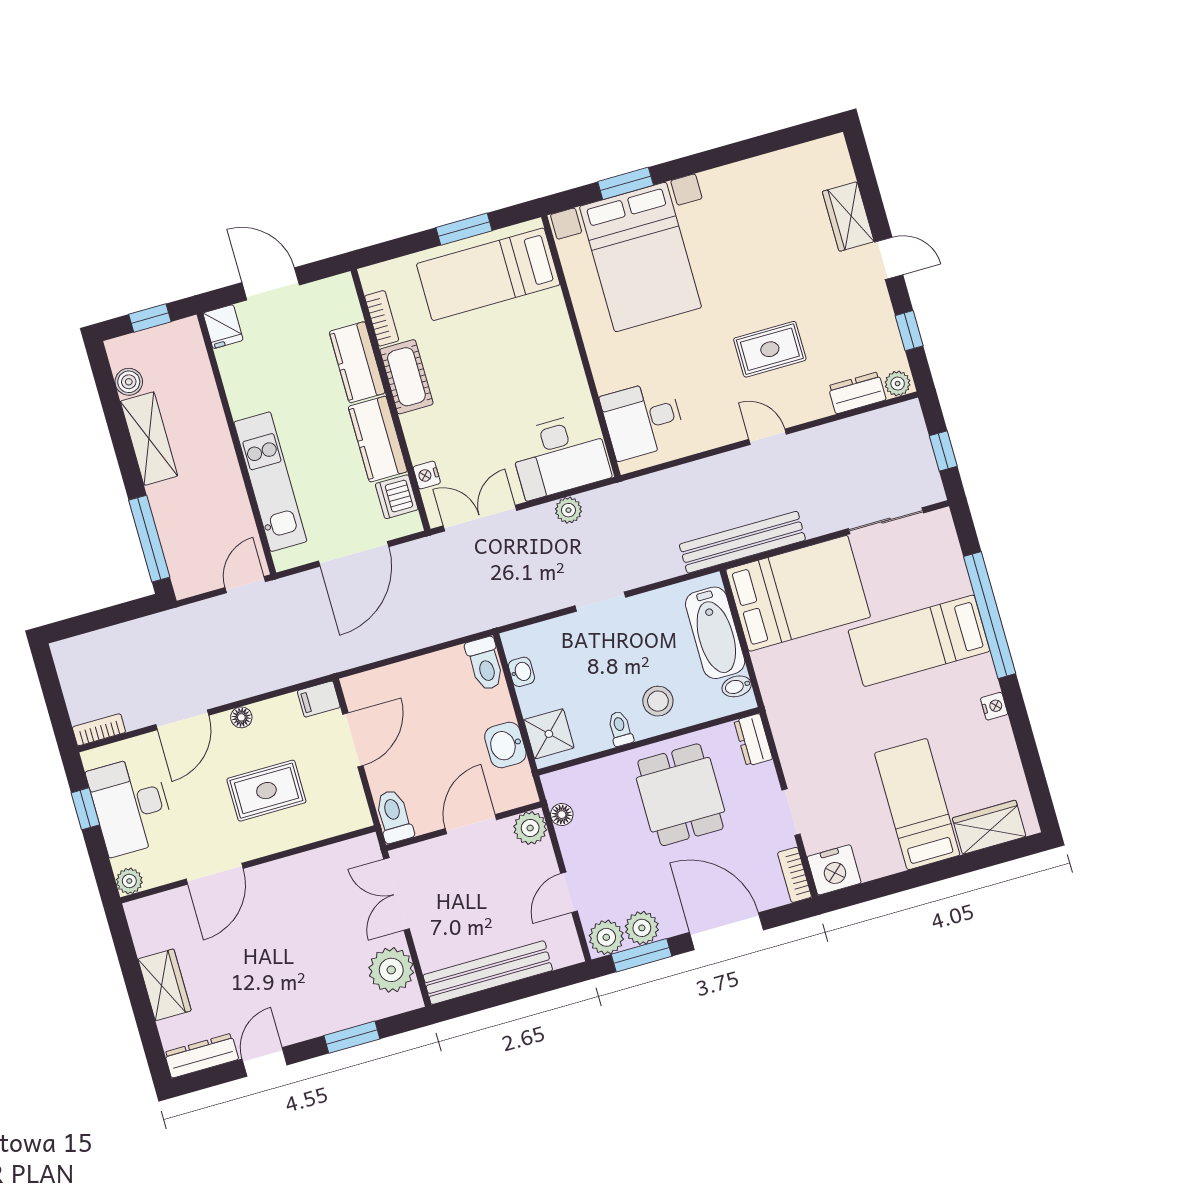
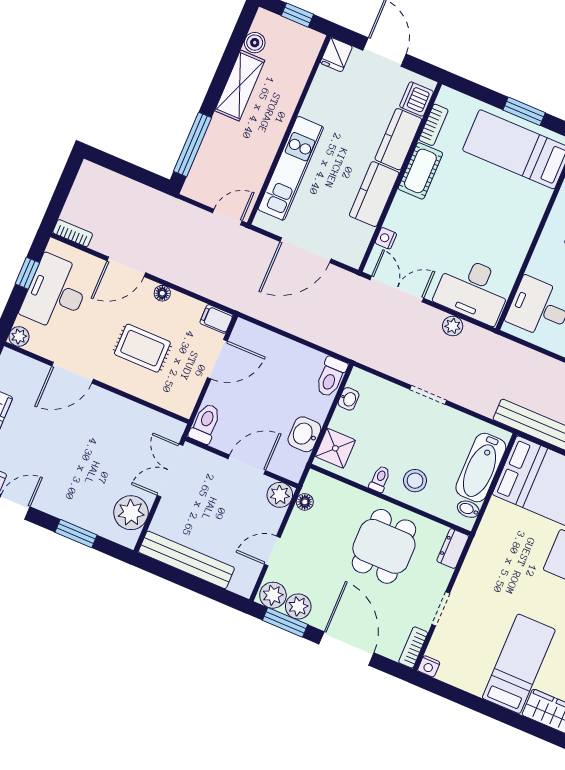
dishwasher: (397, 497) -> (416, 99), moved
nightstand: (834, 870) -> (429, 666), width x0.53, depth x0.56

